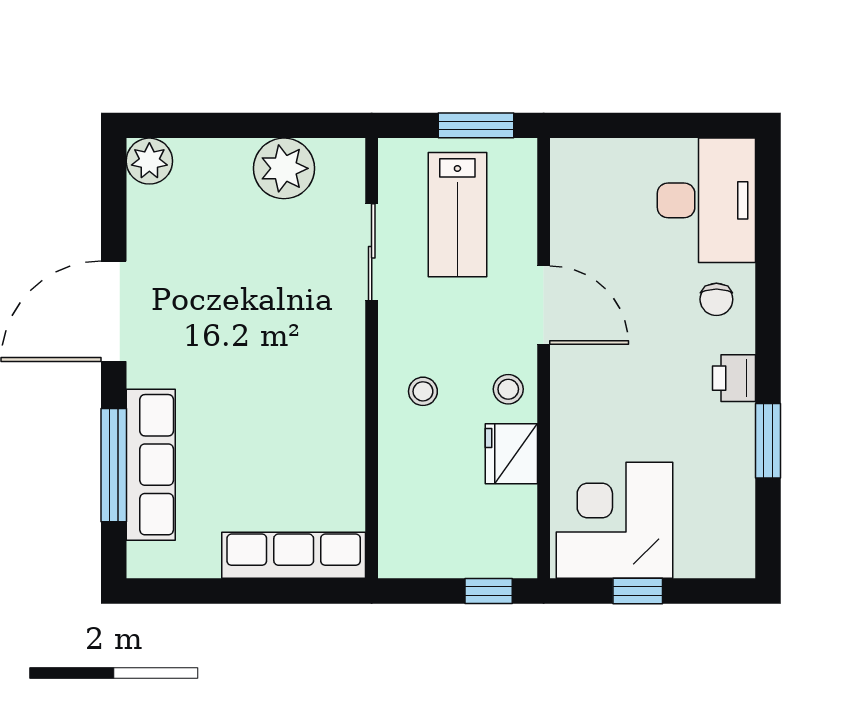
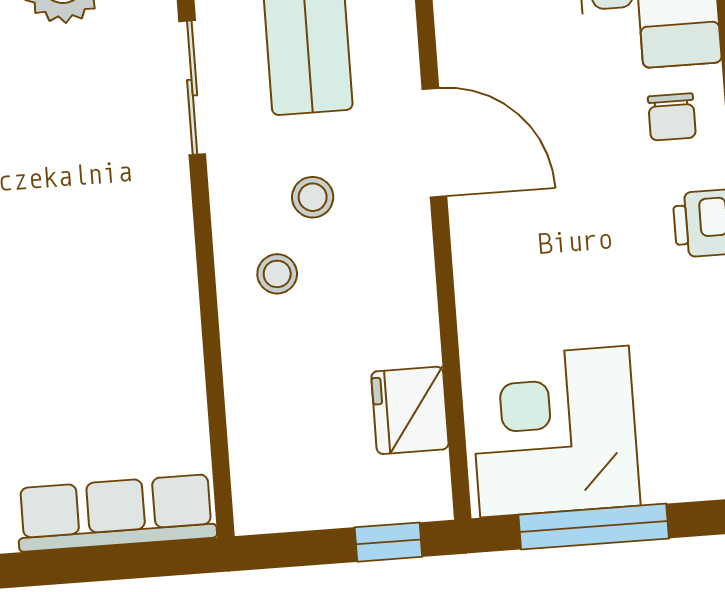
stool: (508, 389) -> (313, 197), moved
fridge: (511, 454) -> (410, 410), moved
window: (638, 591) -> (594, 527), width x2.17

